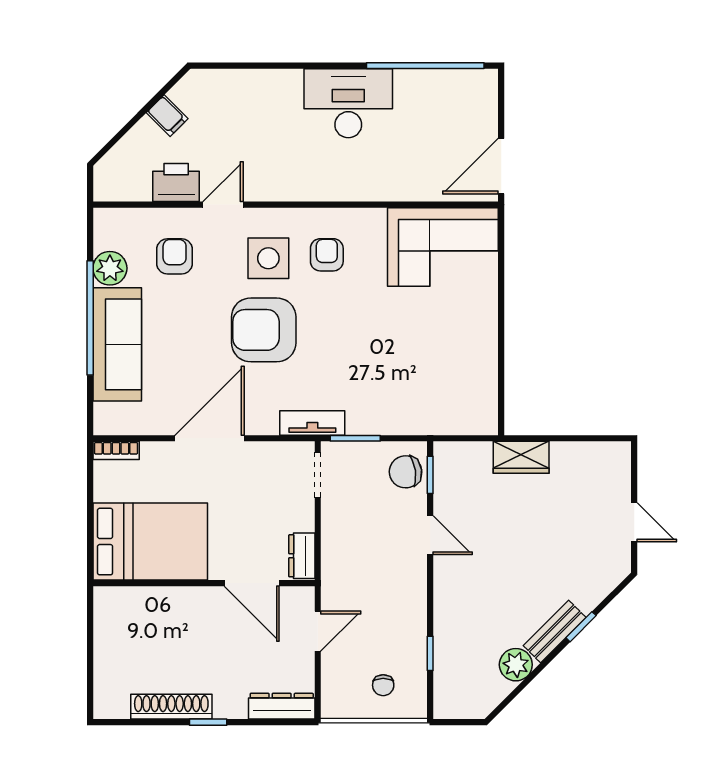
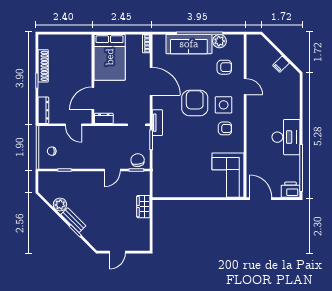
printer: (176, 183) -> (291, 190), moved, turned -90

